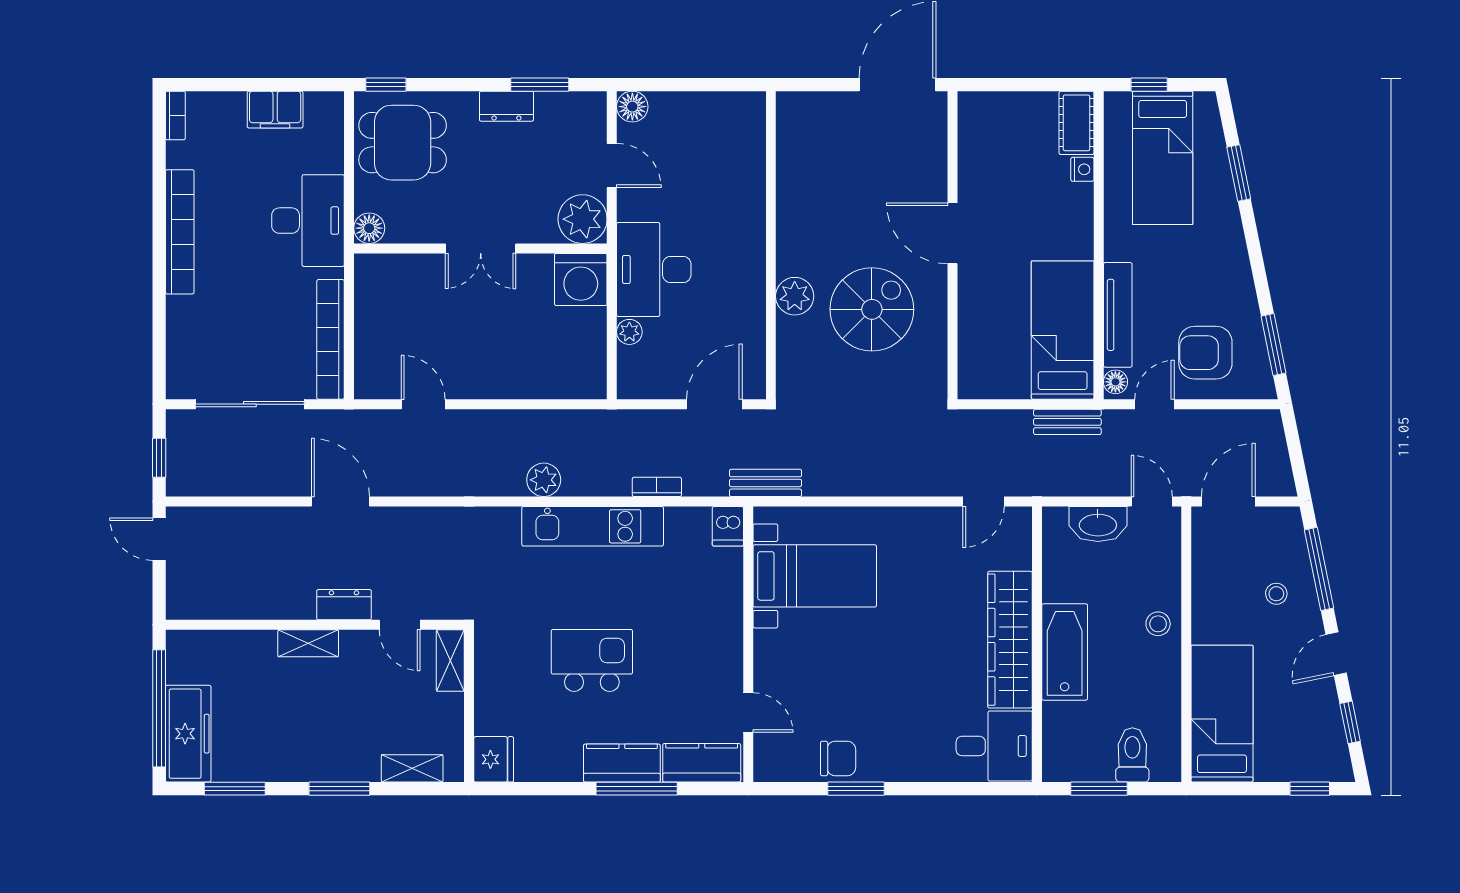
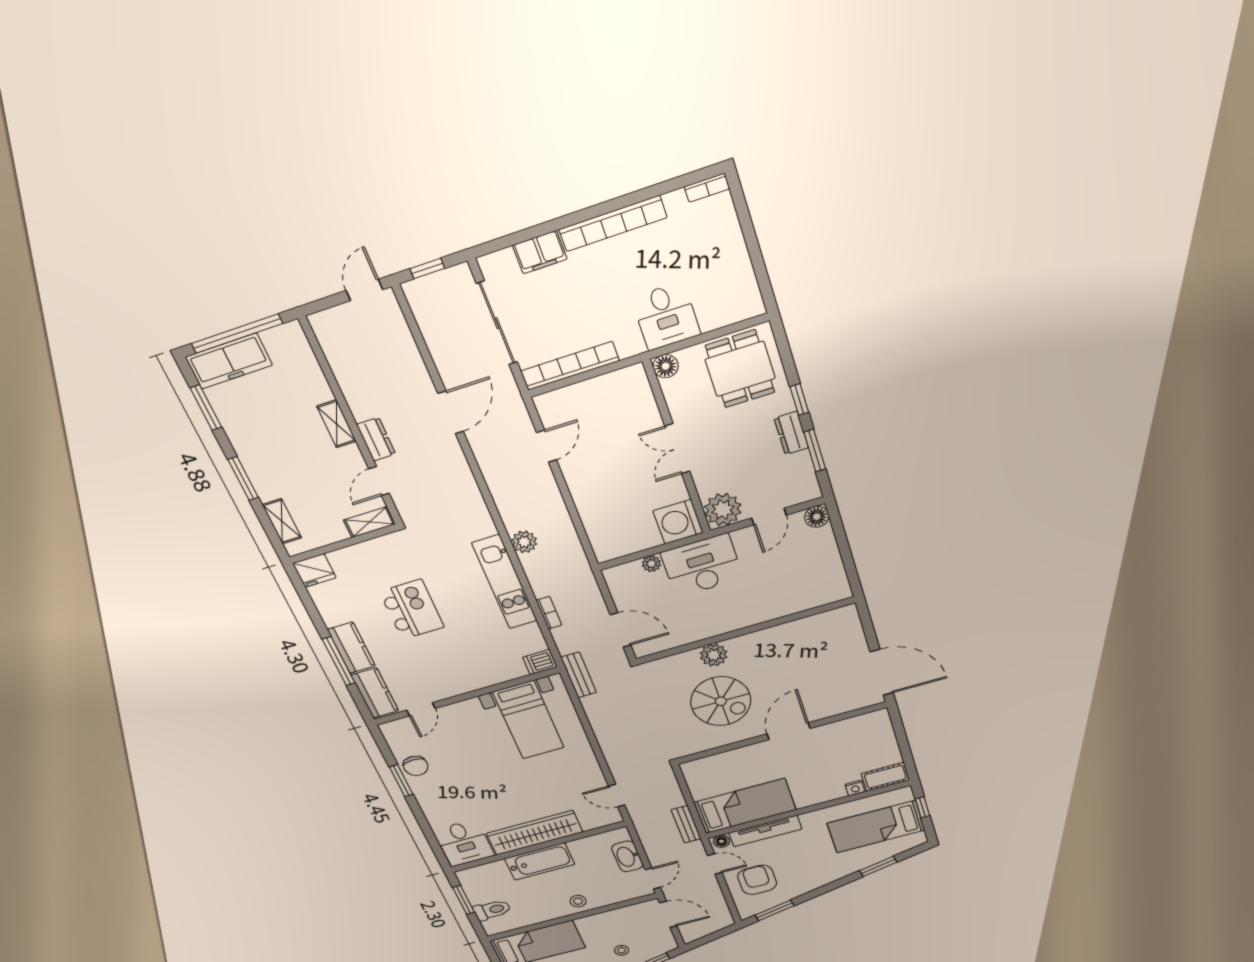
window: (386, 85) -> (799, 400), moved
filing cabinet: (275, 110) -> (540, 252), moved, turned -90
desk: (308, 221) -> (666, 316), width x0.73

